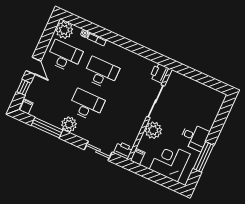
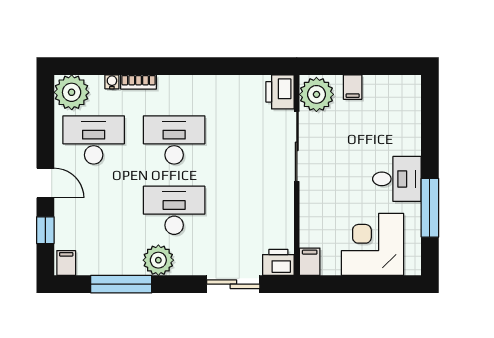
filing cabinet: (193, 86) -> (353, 87), added
plant: (153, 130) -> (316, 94), moved

